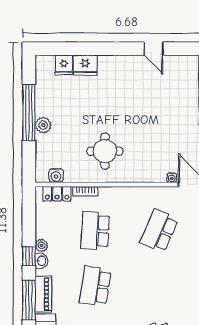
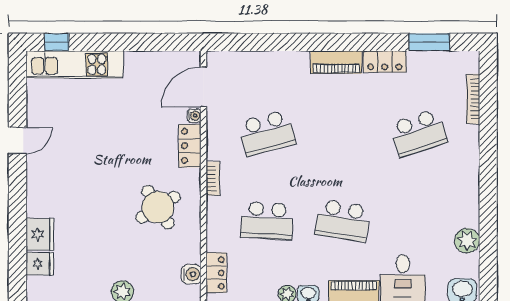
round table: (105, 151) -> (158, 207), turned -32
locker: (150, 175) -> (190, 146), added
bookcase: (85, 191) -> (213, 178), moved
school desk: (159, 231) -> (267, 133), turned -39

